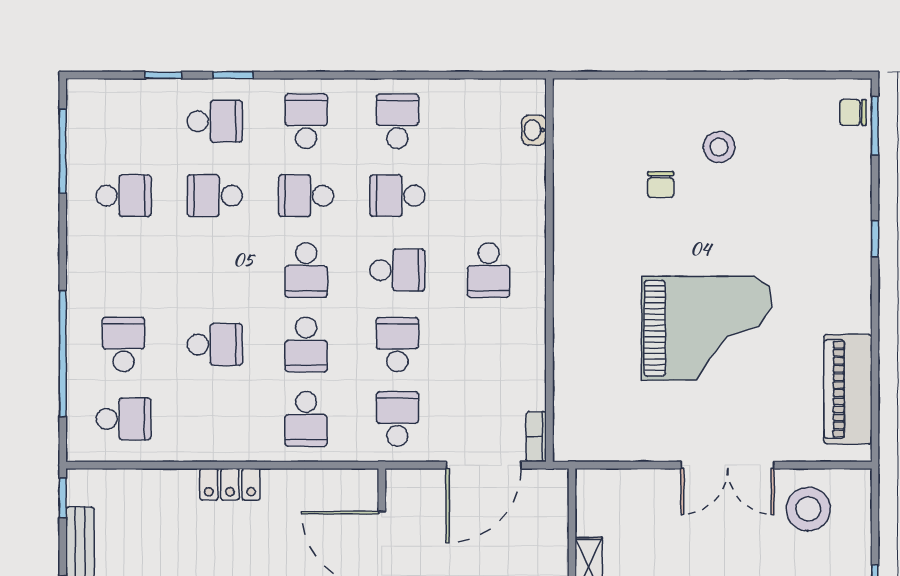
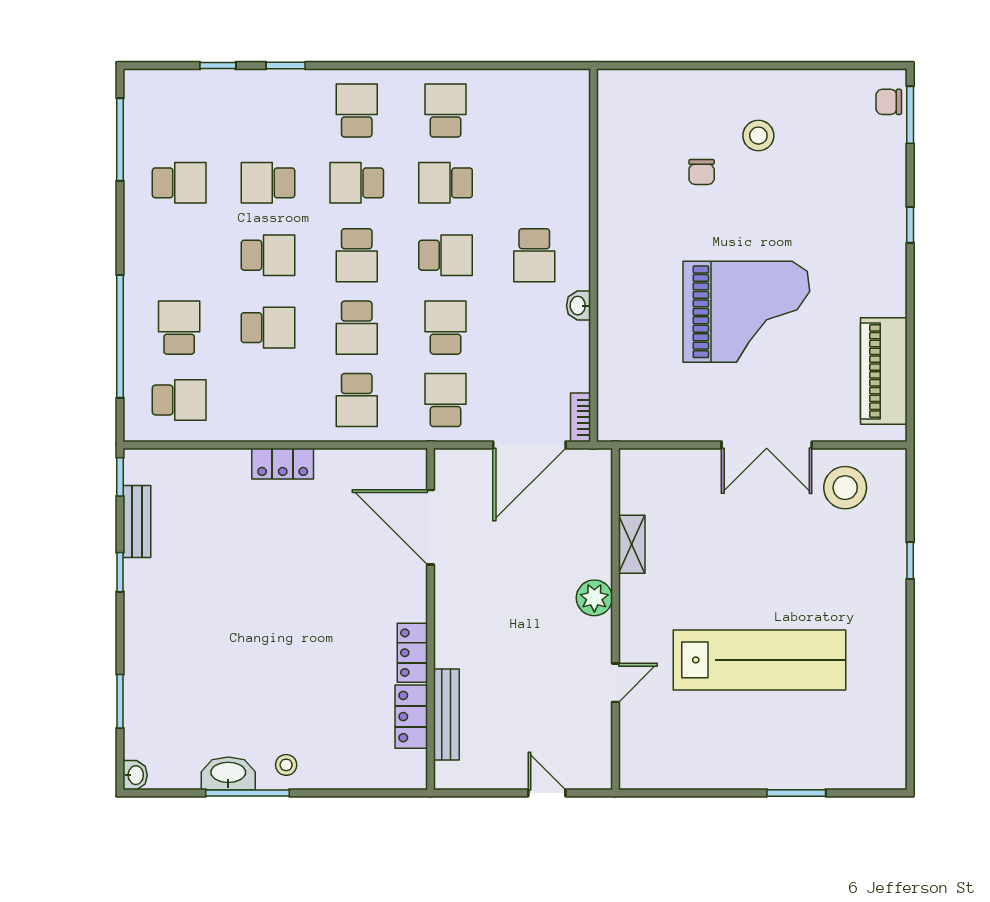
school desk: (215, 121) -> (268, 255), moved
washbasin: (534, 130) -> (578, 306), moved

